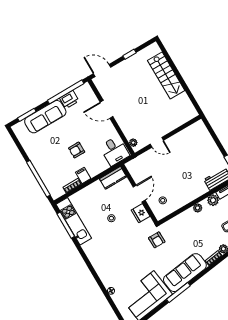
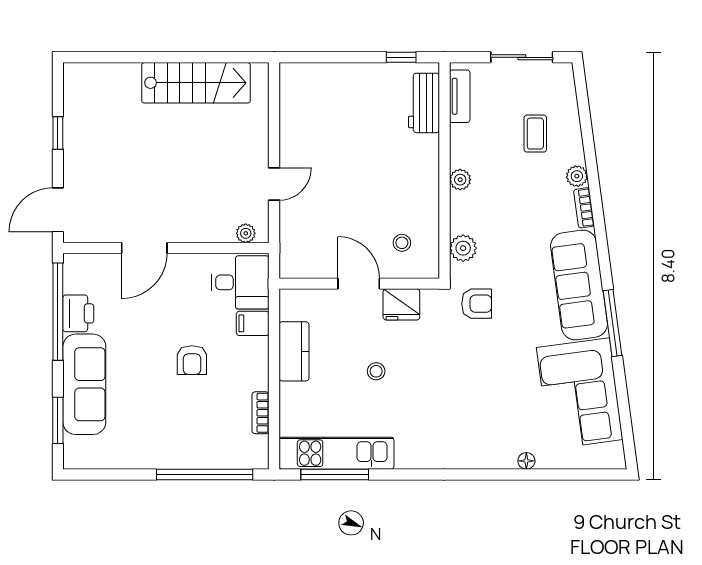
stairs: (166, 75) -> (196, 83), moved
filing cabinet: (83, 175) -> (253, 323), moved
kitchen counter: (113, 178) -> (294, 351), moved
plant: (213, 200) -> (463, 248), moved

